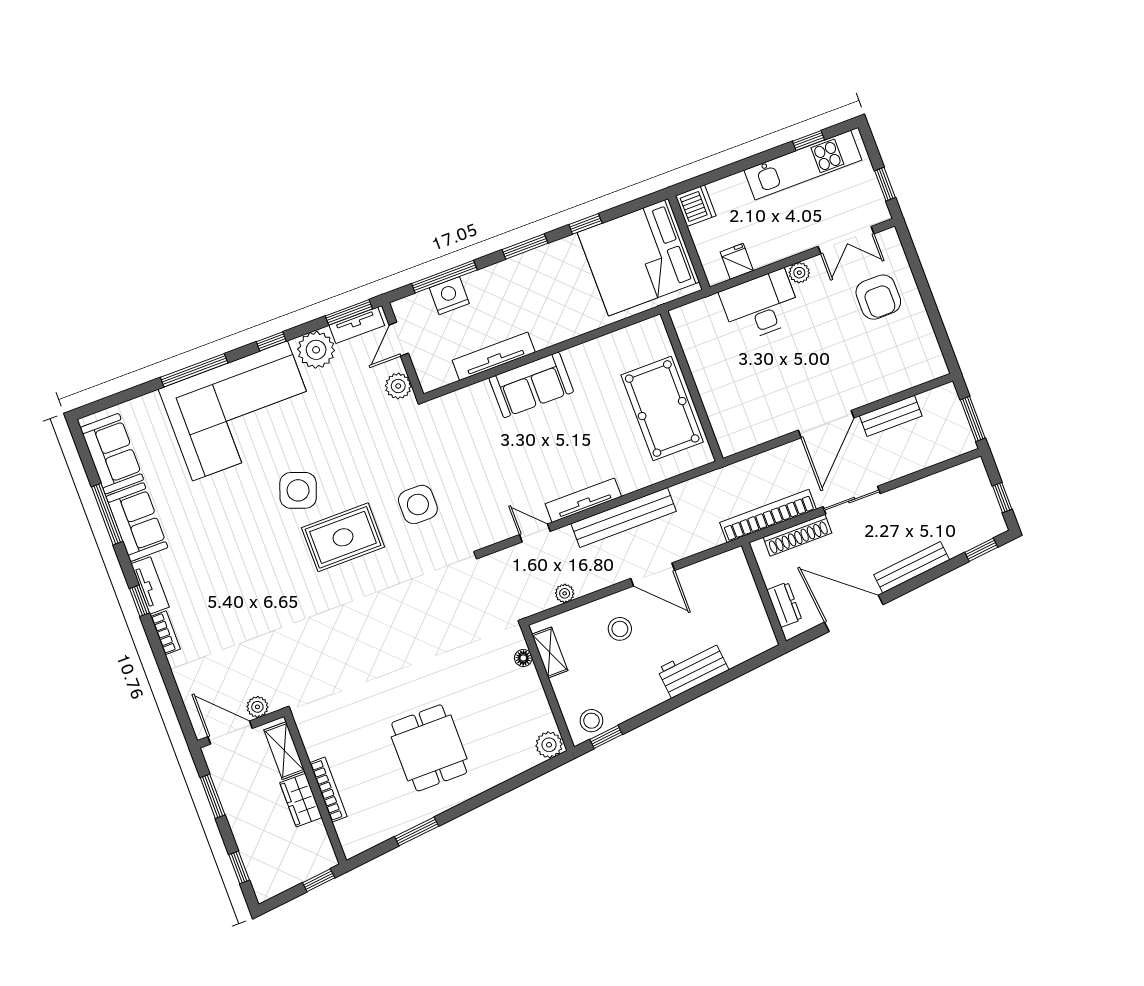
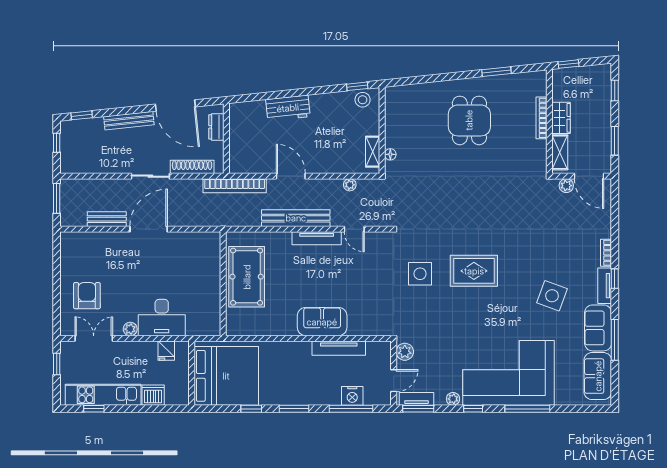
dishwasher: (696, 206) -> (153, 395), moved, turned 90
plant: (316, 350) -> (453, 399), width x0.53, depth x0.53
side table: (298, 490) -> (552, 296), moved
bookcase: (768, 516) -> (235, 186), moved
stool: (620, 629) -> (324, 150), removed
plant: (549, 745) -> (394, 95), removed

